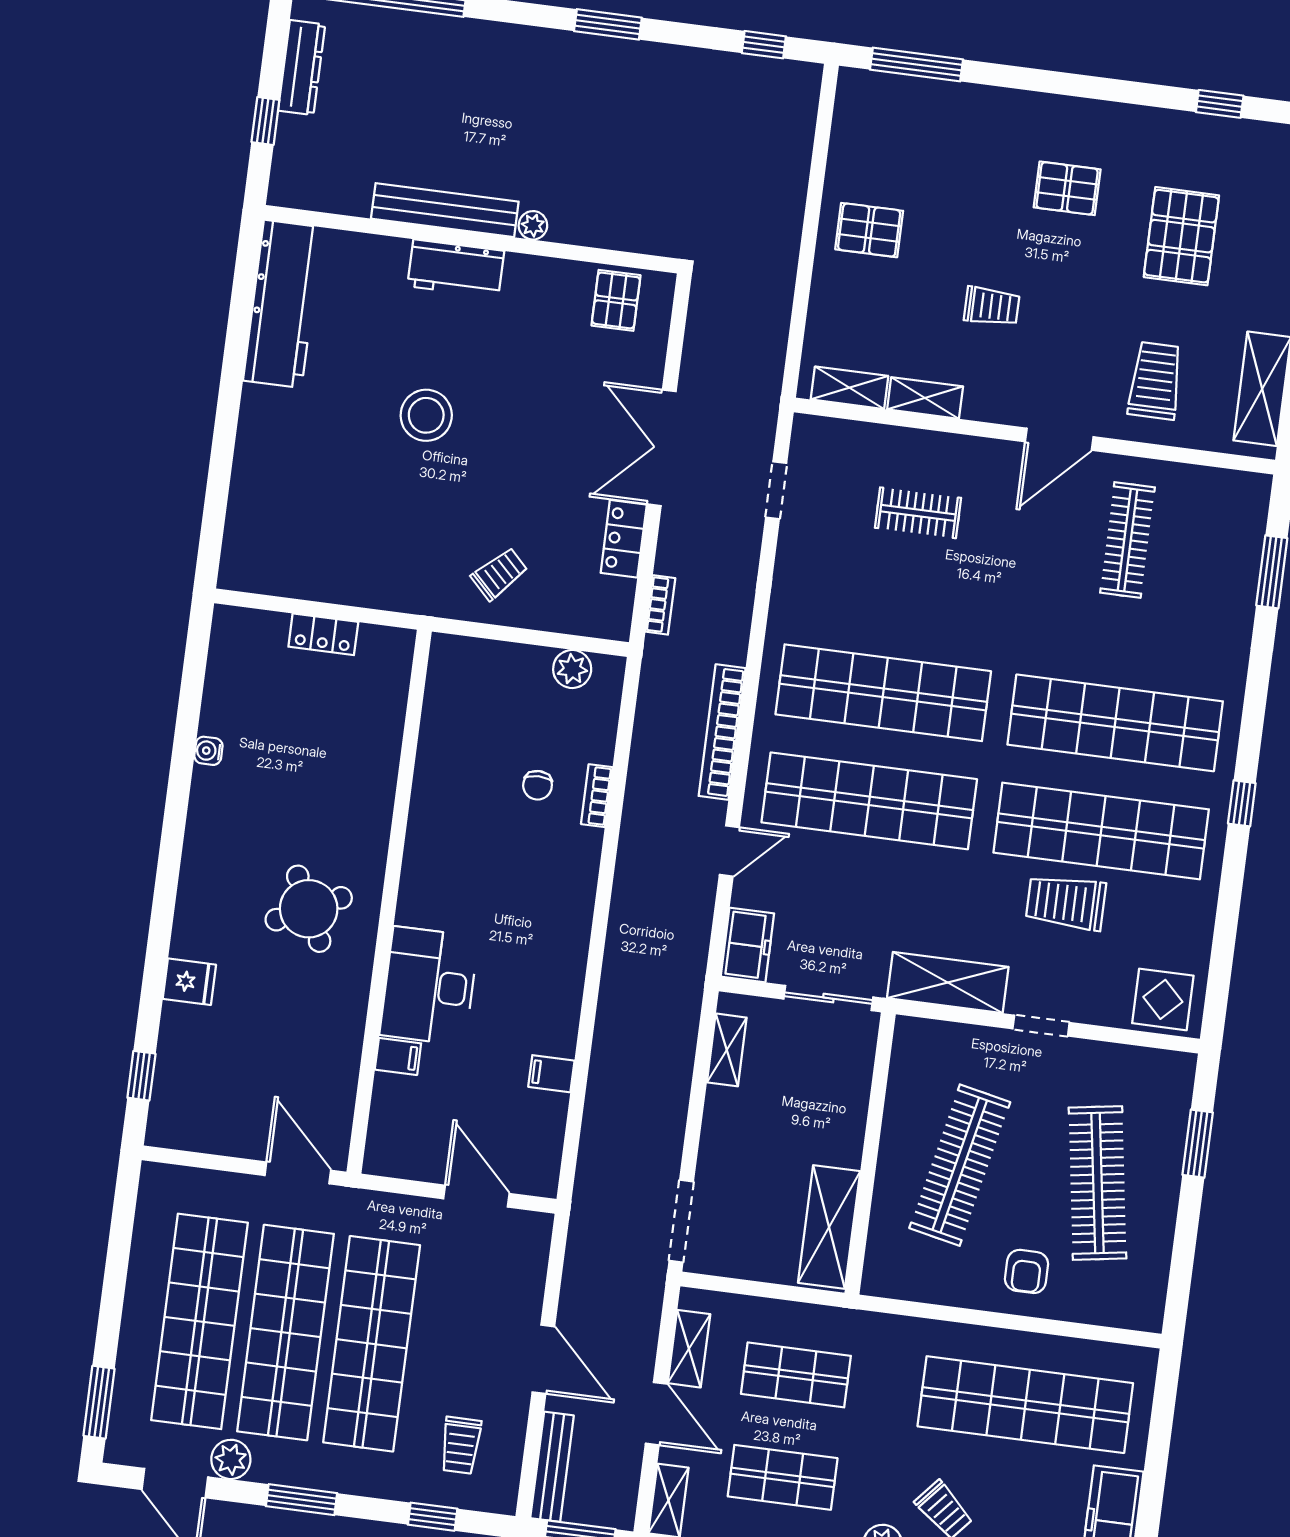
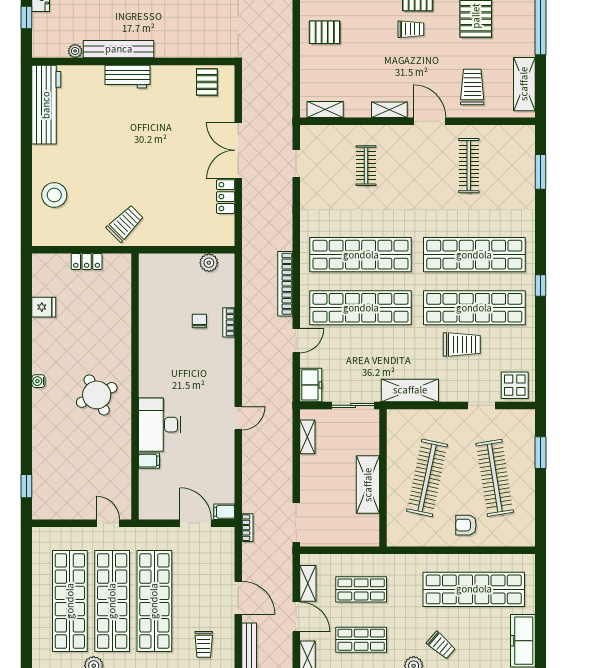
plant: (533, 225) -> (75, 51), moved
trolley: (992, 306) -> (411, 29), moved
shelving: (925, 398) -> (389, 110), moved
stool: (426, 415) -> (54, 195), moved
door: (1059, 439) -> (430, 121), swing flipped
clothes rail: (918, 513) -> (366, 166), turned 90
trolley: (499, 574) -> (125, 223), moved, width x1.36, depth x1.39
bookcase: (660, 605) -> (247, 528), moved
water cooler: (208, 751) -> (38, 381), moved
chair: (538, 785) -> (199, 321), turned 180
trolley: (1066, 902) -> (462, 344), turned 180
fridge: (189, 982) -> (44, 307), moved
door: (591, 994) -> (238, 418), added
doorway: (1041, 1026) -> (482, 405), moved
filing cabinet: (551, 1074) -> (224, 512), moved
door: (298, 1173) -> (108, 523), width x0.73
shelving: (829, 1227) -> (368, 485), moved
armchair: (1027, 1271) -> (466, 525), turned 90
window: (99, 1402) -> (26, 646), removed

